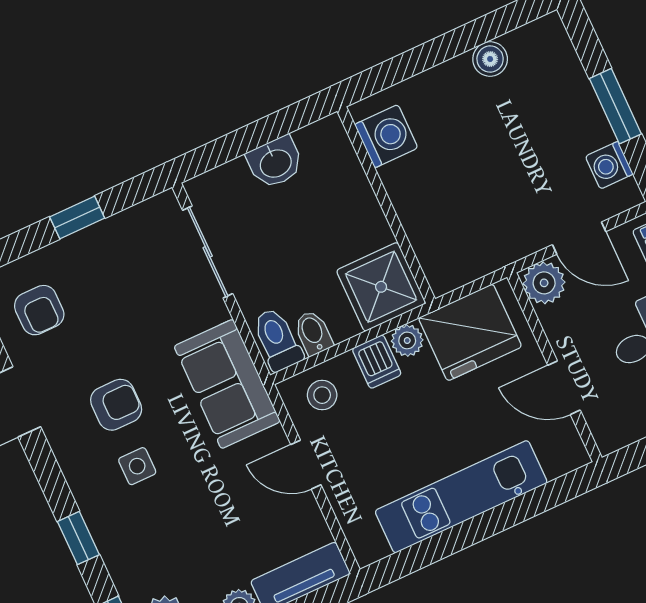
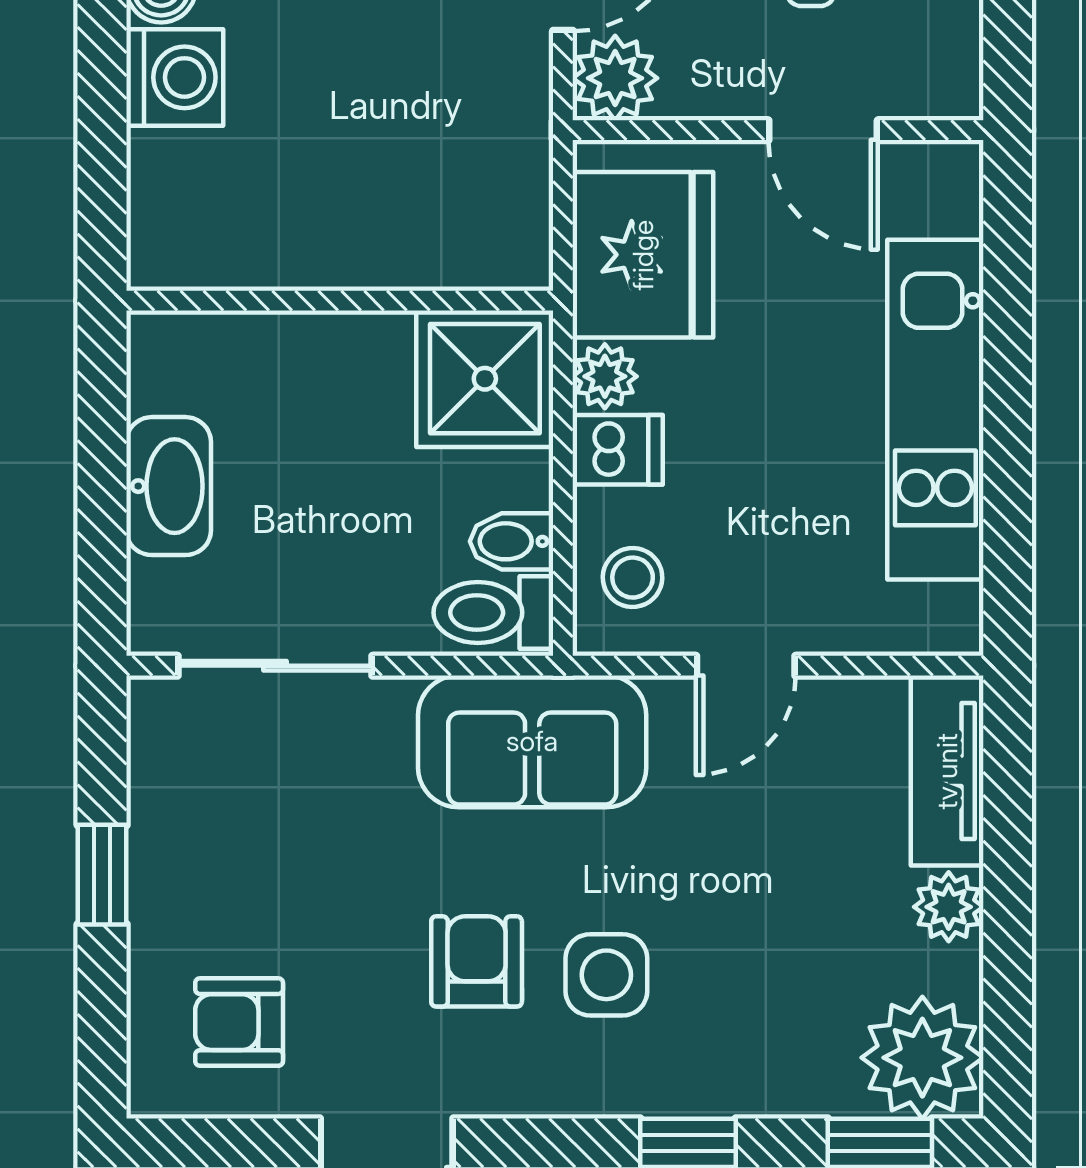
washing machine: (386, 136) -> (175, 77), moved, turned 90
washbasin: (275, 162) -> (169, 486), width x1.38
armchair: (39, 310) -> (239, 1022), turned 180
door: (564, 388) -> (823, 130), hinge flipped
side table: (137, 466) -> (606, 975), width x1.37, depth x1.37

